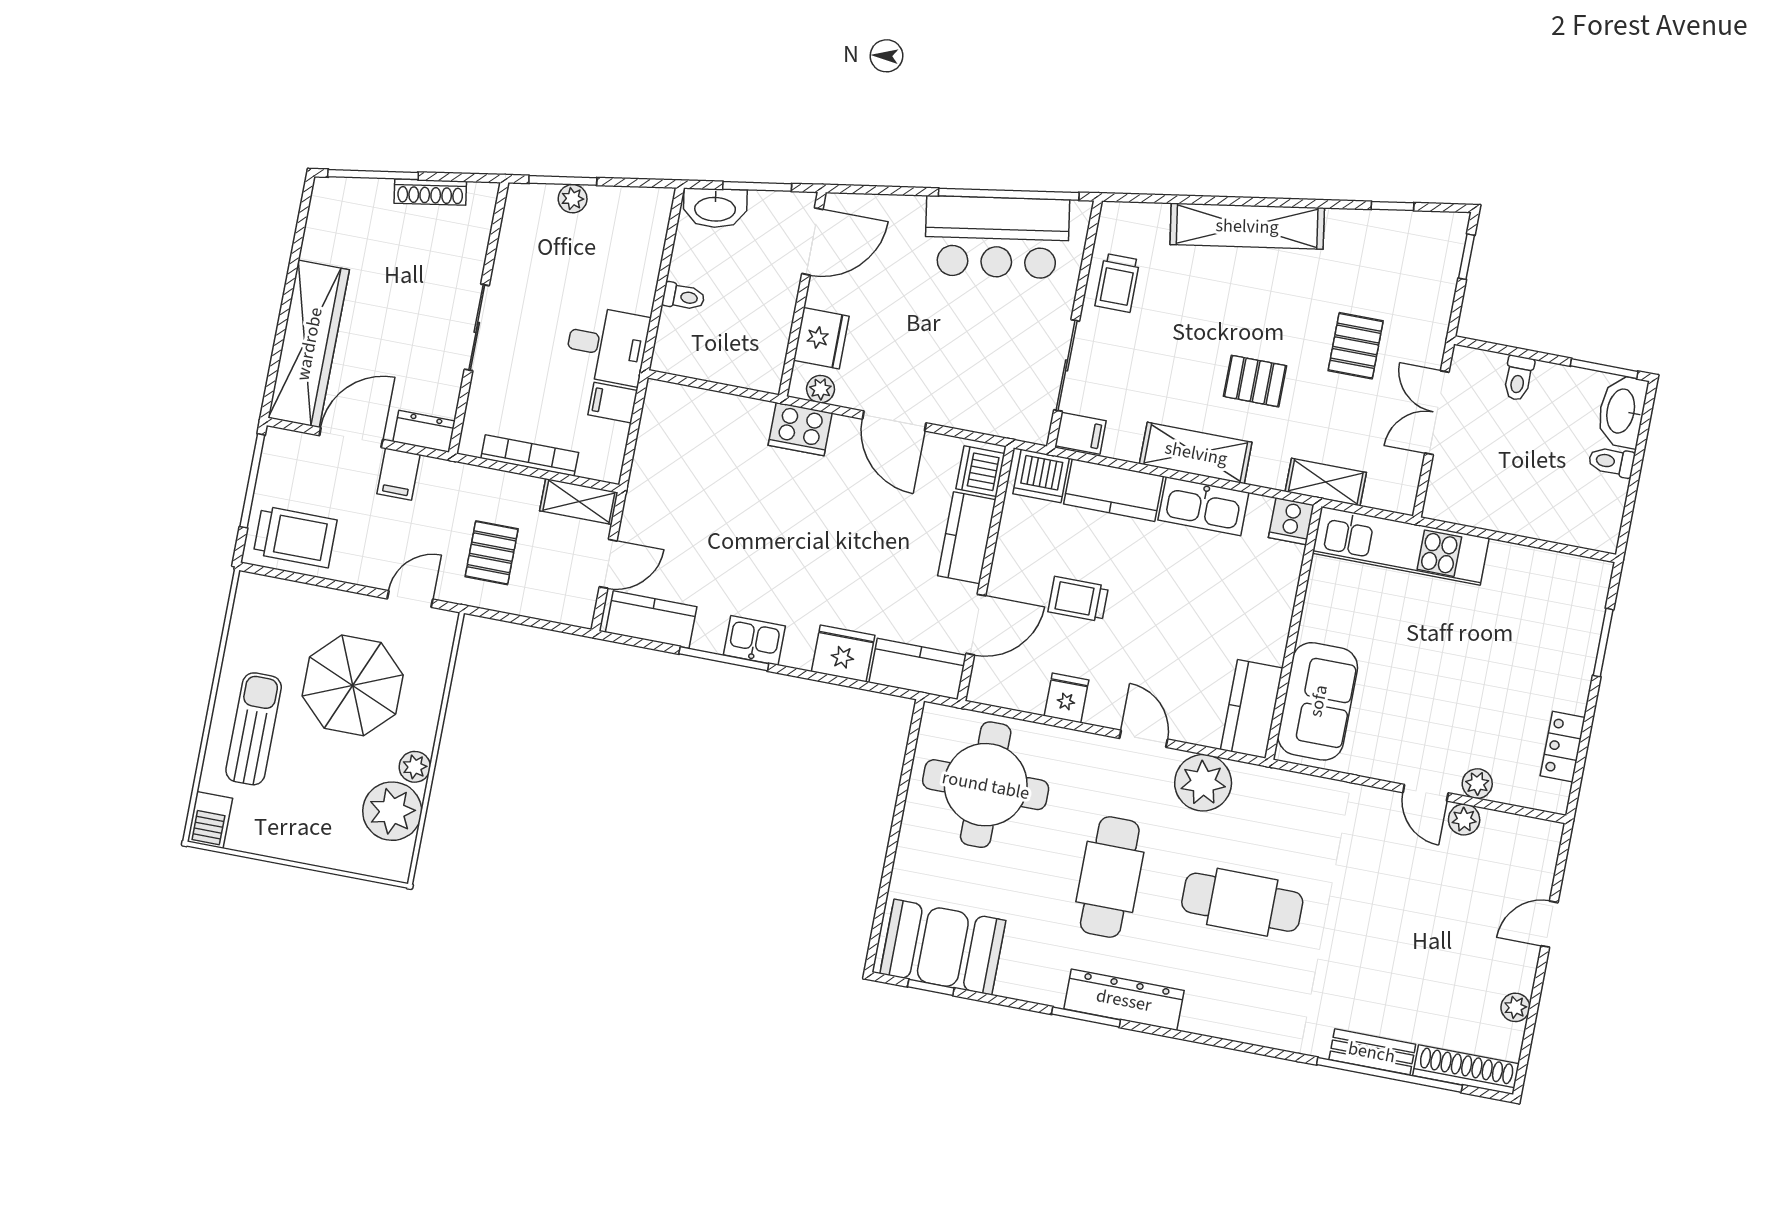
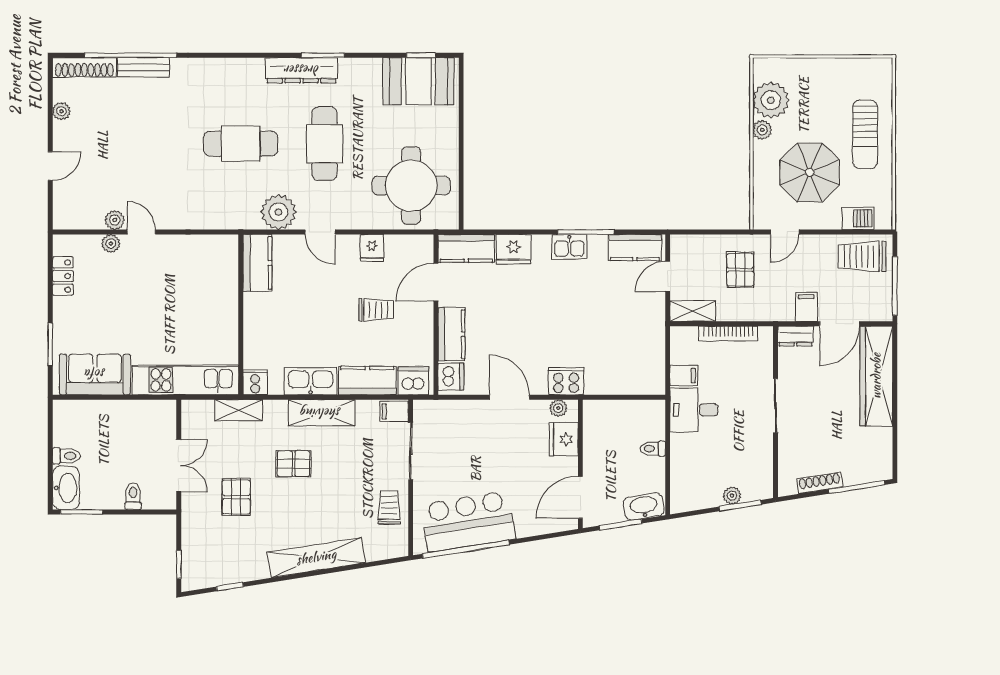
sofa: (1318, 701) -> (95, 374), moved, turned 90
barbecue: (210, 820) -> (858, 218), moved, turned 90

